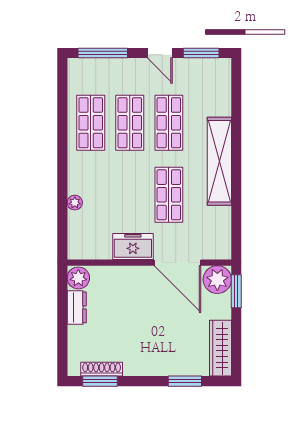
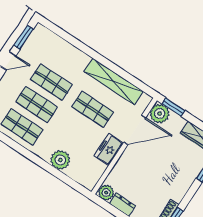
shelving: (219, 161) -> (114, 82), moved
plant: (75, 203) -> (60, 160), width x1.88, depth x1.88

